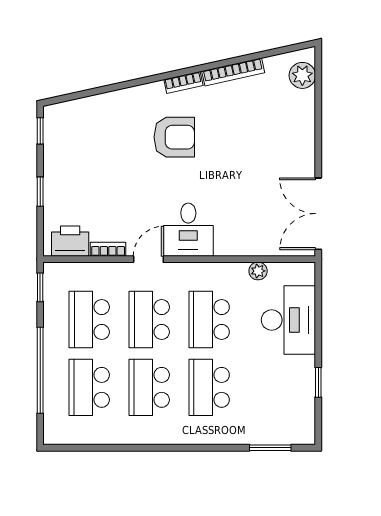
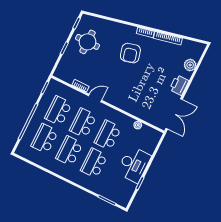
plant: (302, 75) -> (190, 65), moved
armchair: (174, 137) -> (130, 53), turned 76
round table: (79, 157) -> (88, 42), added
double door: (318, 214) -> (174, 114), swing flipped
desk: (188, 230) -> (117, 94), removed
printer: (70, 241) -> (179, 85), moved, turned -90
desk: (288, 320) -> (134, 164), moved

